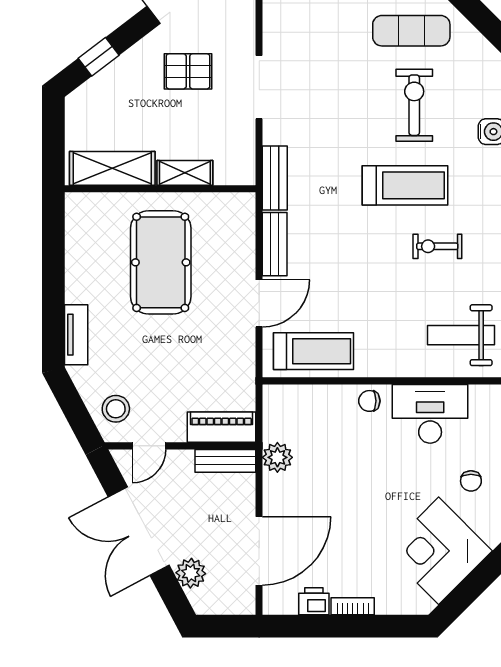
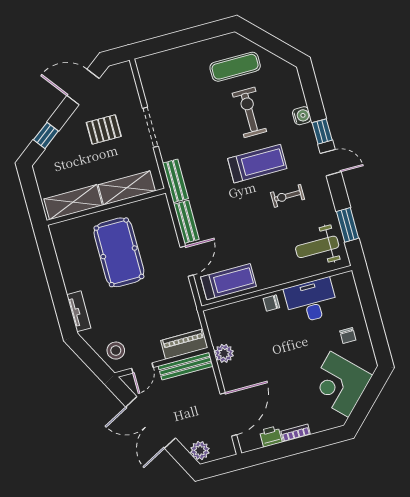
shelving: (185, 173) -> (127, 188), width x1.50, depth x1.33
bench: (225, 461) -> (186, 366), width x1.36
plant: (191, 573) -> (200, 450), moved

